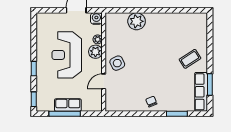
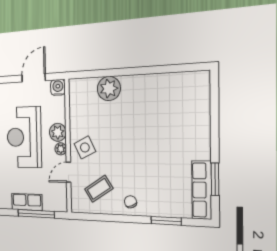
plant: (98, 39) -> (61, 149), moved
coffee table: (190, 59) -> (99, 189), moved
window: (65, 114) -> (36, 214), moved

